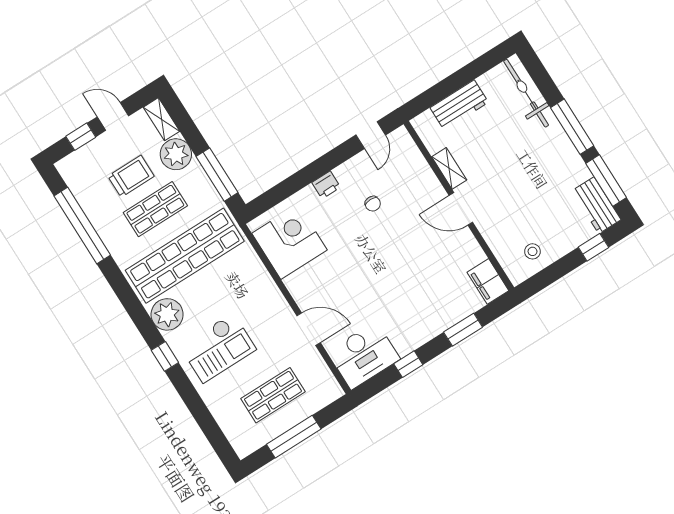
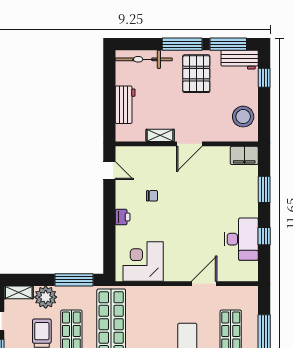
pallet: (548, 165) -> (196, 74), added
stool: (532, 251) -> (243, 117), width x1.89, depth x1.89
desk: (364, 355) -> (241, 239), moved

